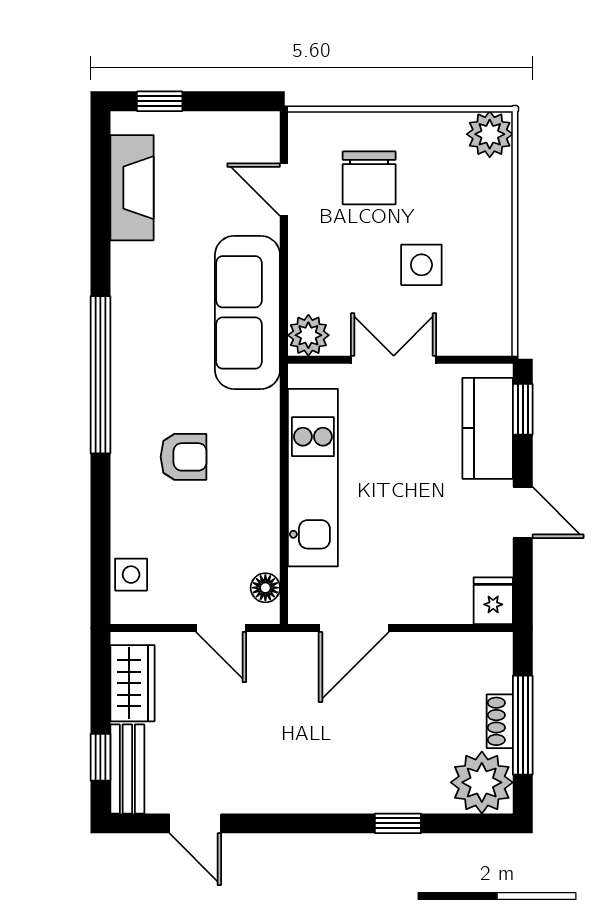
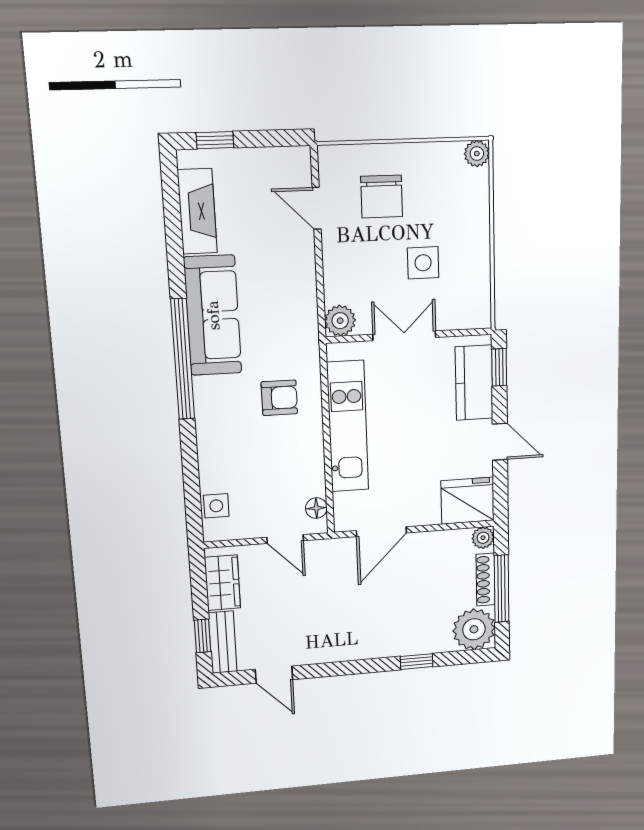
plant: (490, 134) -> (477, 154), width x0.73, depth x0.73
sofa: (247, 312) -> (213, 315), moved, turned 180
armchair: (184, 457) -> (279, 398), moved
fridge: (493, 601) -> (468, 501), width x1.88, depth x1.34
plant: (497, 648) -> (483, 538), added
shoe rack: (500, 721) -> (486, 580), width x1.43

